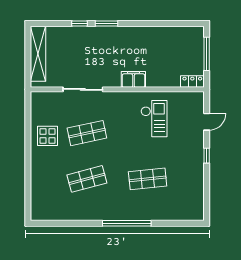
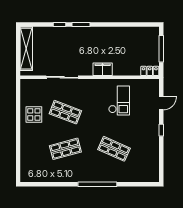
shop shelf: (87, 133) -> (65, 112), turned 33
shop shelf: (148, 179) -> (114, 149), turned 30

